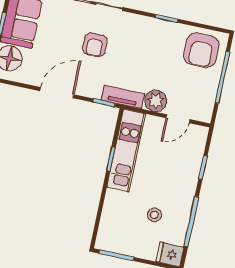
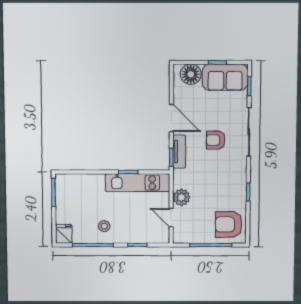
tv unit: (123, 97) -> (179, 152), moved
stool: (154, 215) -> (104, 226), moved

